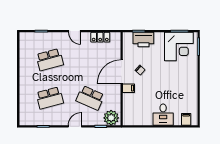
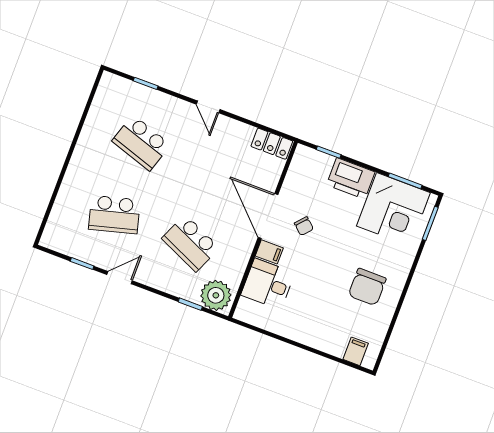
locker: (100, 37) -> (272, 144), moved
printer: (143, 40) -> (351, 178), moved
school desk: (50, 60) -> (141, 143), turned 33
door: (122, 72) -> (268, 216), hinge flipped
chair: (180, 87) -> (367, 287), added
desk: (163, 115) -> (268, 284), moved, turned 90
door: (75, 126) -> (120, 278), moved

